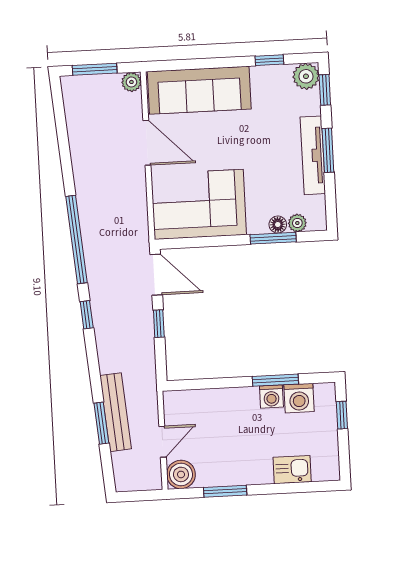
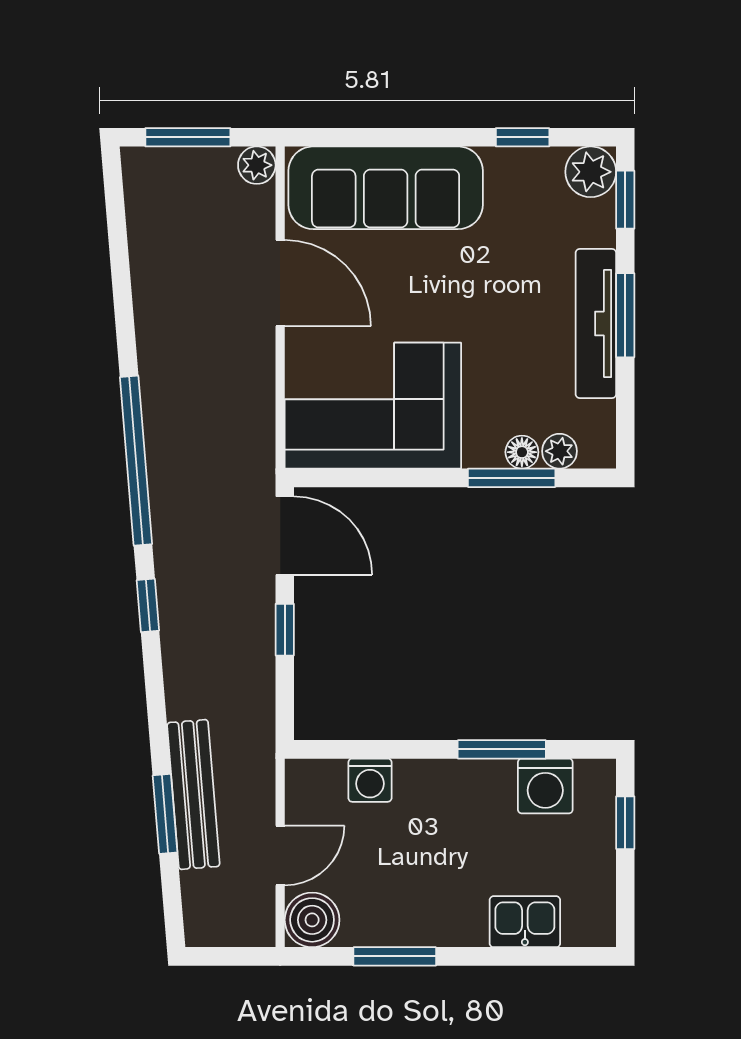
washing machine: (271, 397) -> (370, 780), moved

